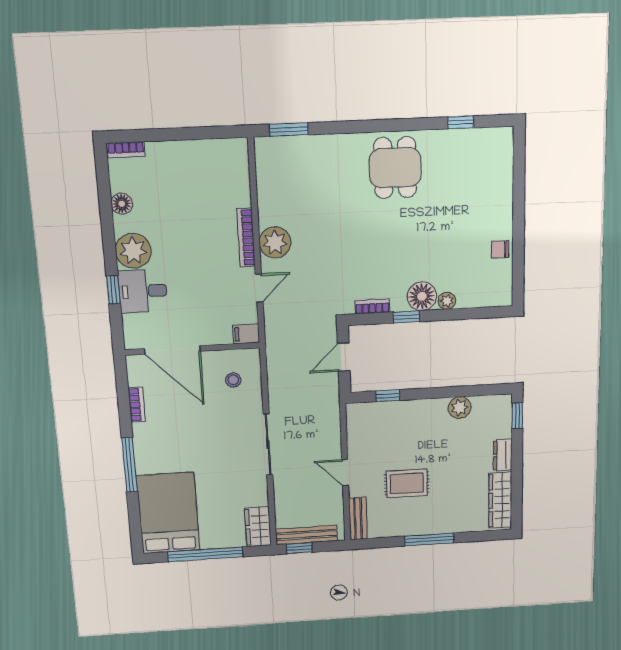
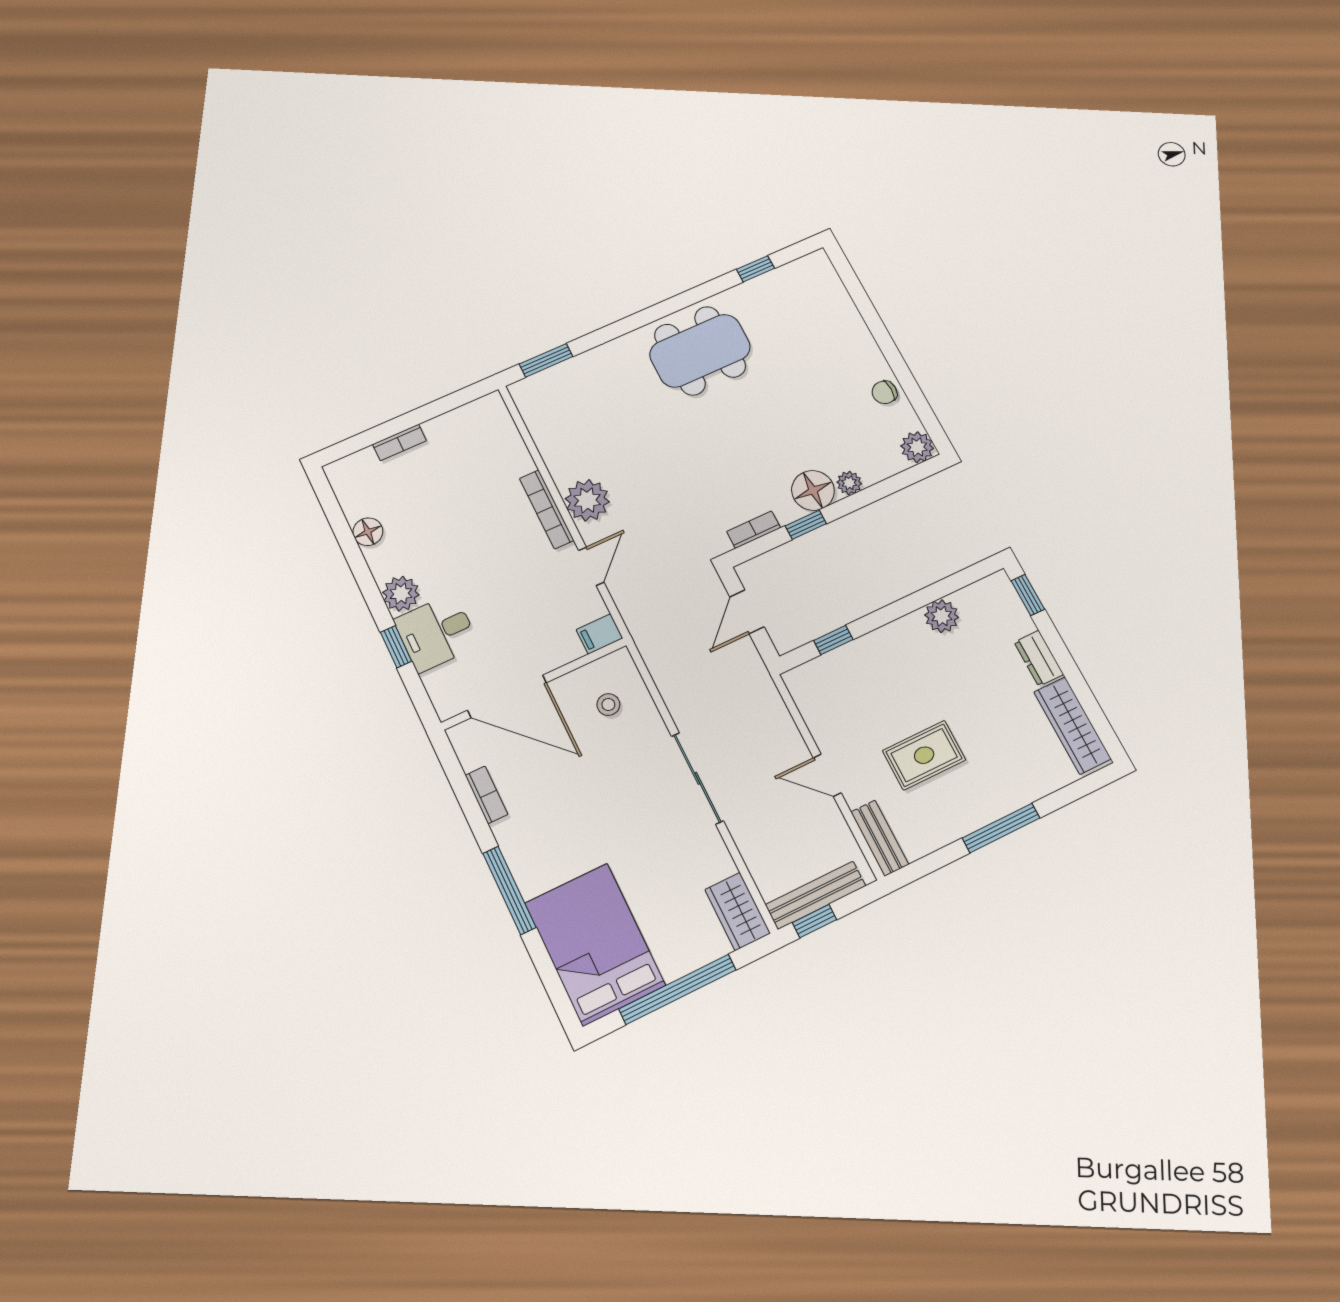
bookcase: (126, 150) -> (399, 442), moved
dining table: (395, 168) -> (700, 351), width x1.37
plant: (133, 251) -> (401, 594), width x0.73, depth x0.73
plant: (501, 295) -> (917, 447), added

